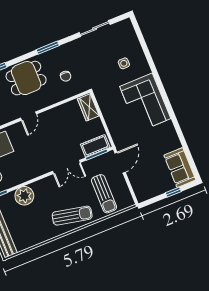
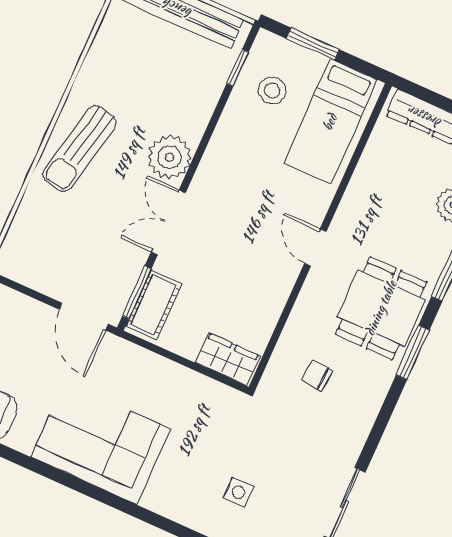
window: (48, 48) -> (413, 352), moved
corner sofa: (145, 102) -> (101, 443), moved
sun lounger: (104, 194) -> (61, 238), removed
plant: (24, 196) -> (170, 157), moved

